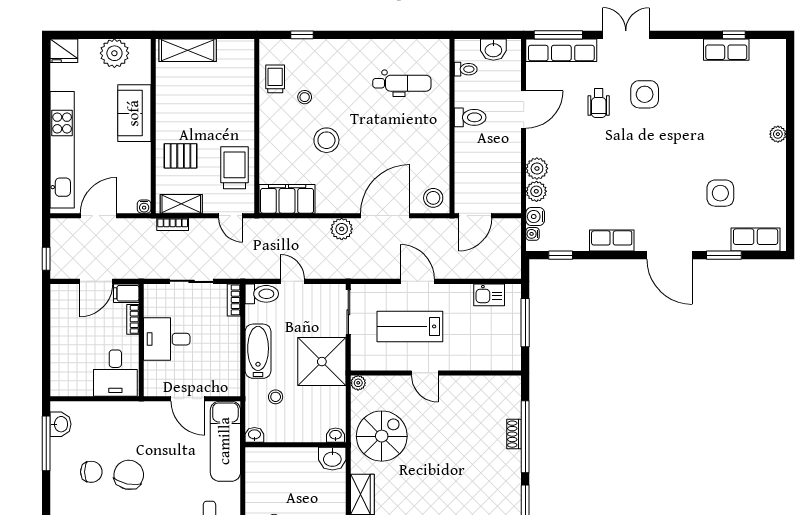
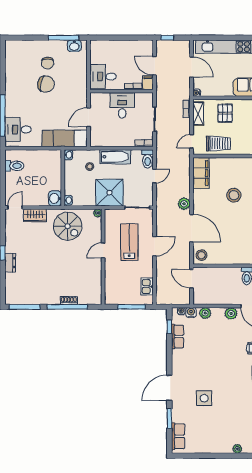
plant: (537, 168) -> (231, 313), moved
side table: (720, 193) -> (204, 398), moved
row of seats: (612, 240) -> (178, 336), moved

